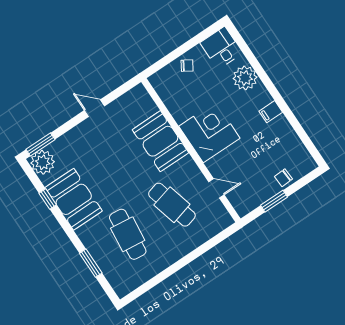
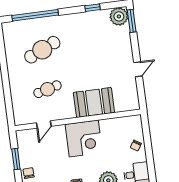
booth: (74, 199) -> (84, 25), removed
cafe table: (172, 205) -> (47, 89), width x0.73, depth x0.74
cafe table: (128, 234) -> (42, 50), turned -30
window: (91, 263) -> (35, 15), width x2.11

